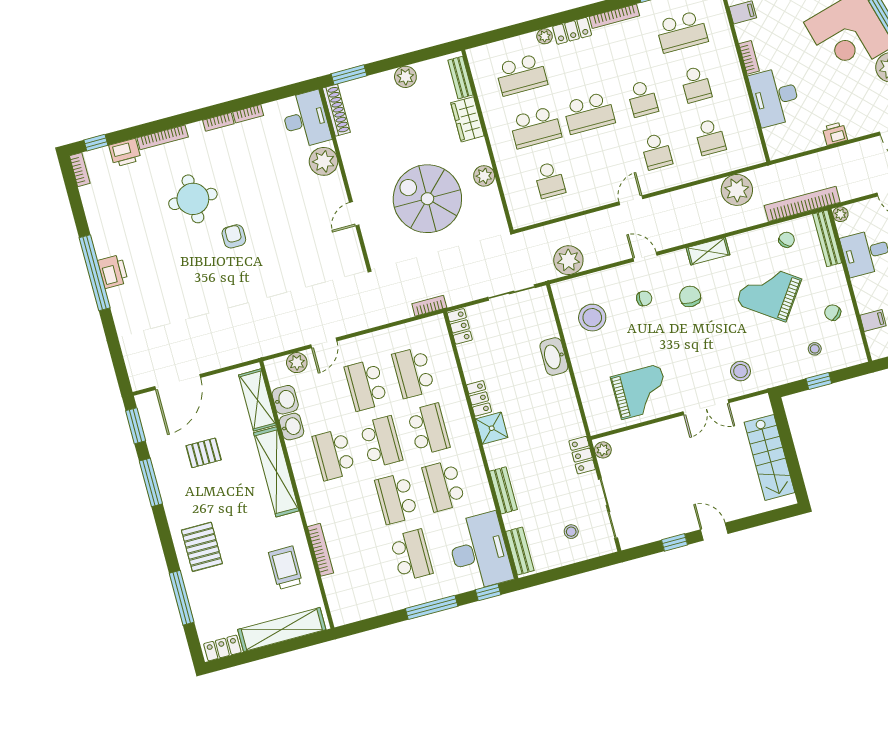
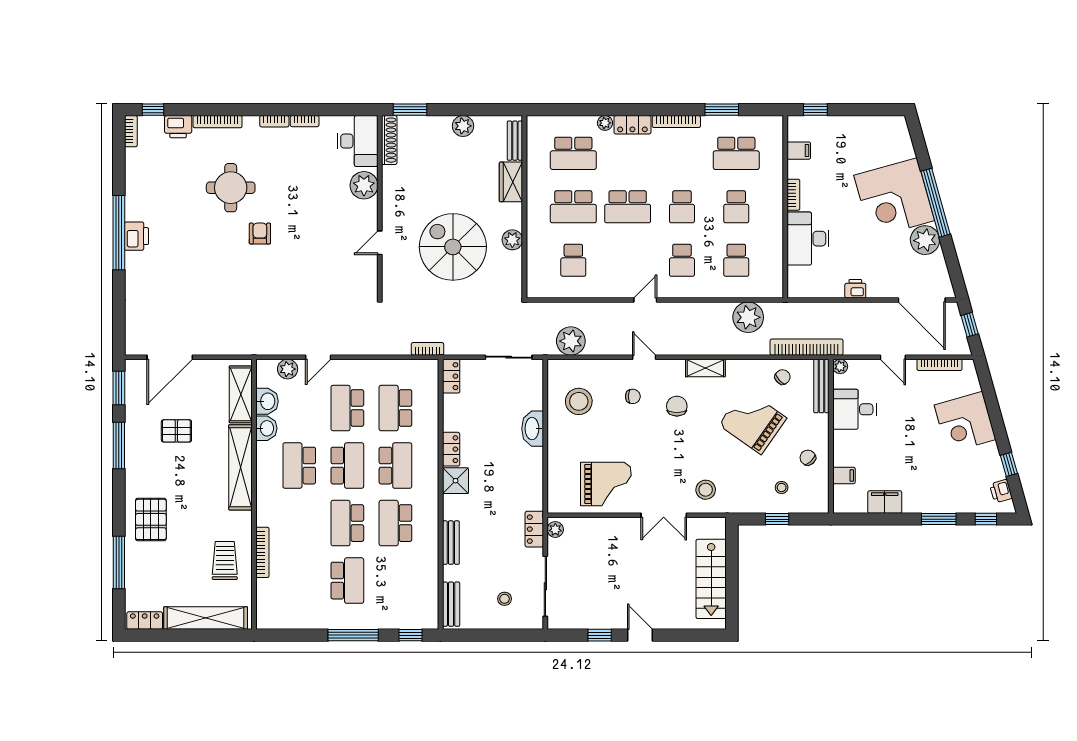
desk: (479, 552) -> (412, 594), removed

